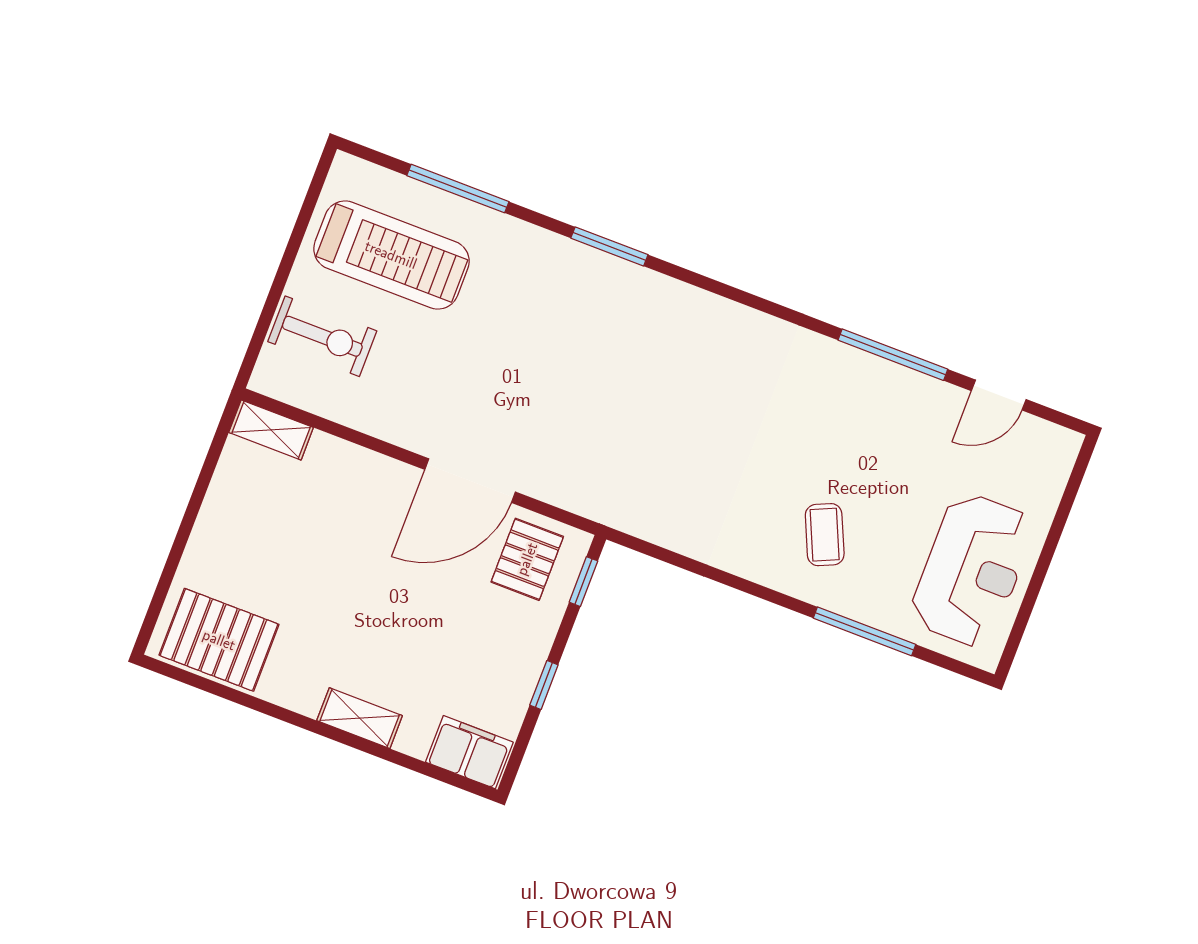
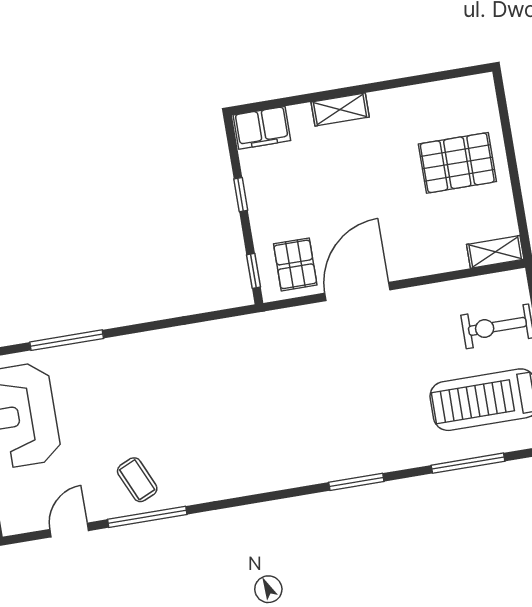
coffee table: (825, 535) -> (137, 480), moved
pallet: (219, 640) -> (457, 163), moved

